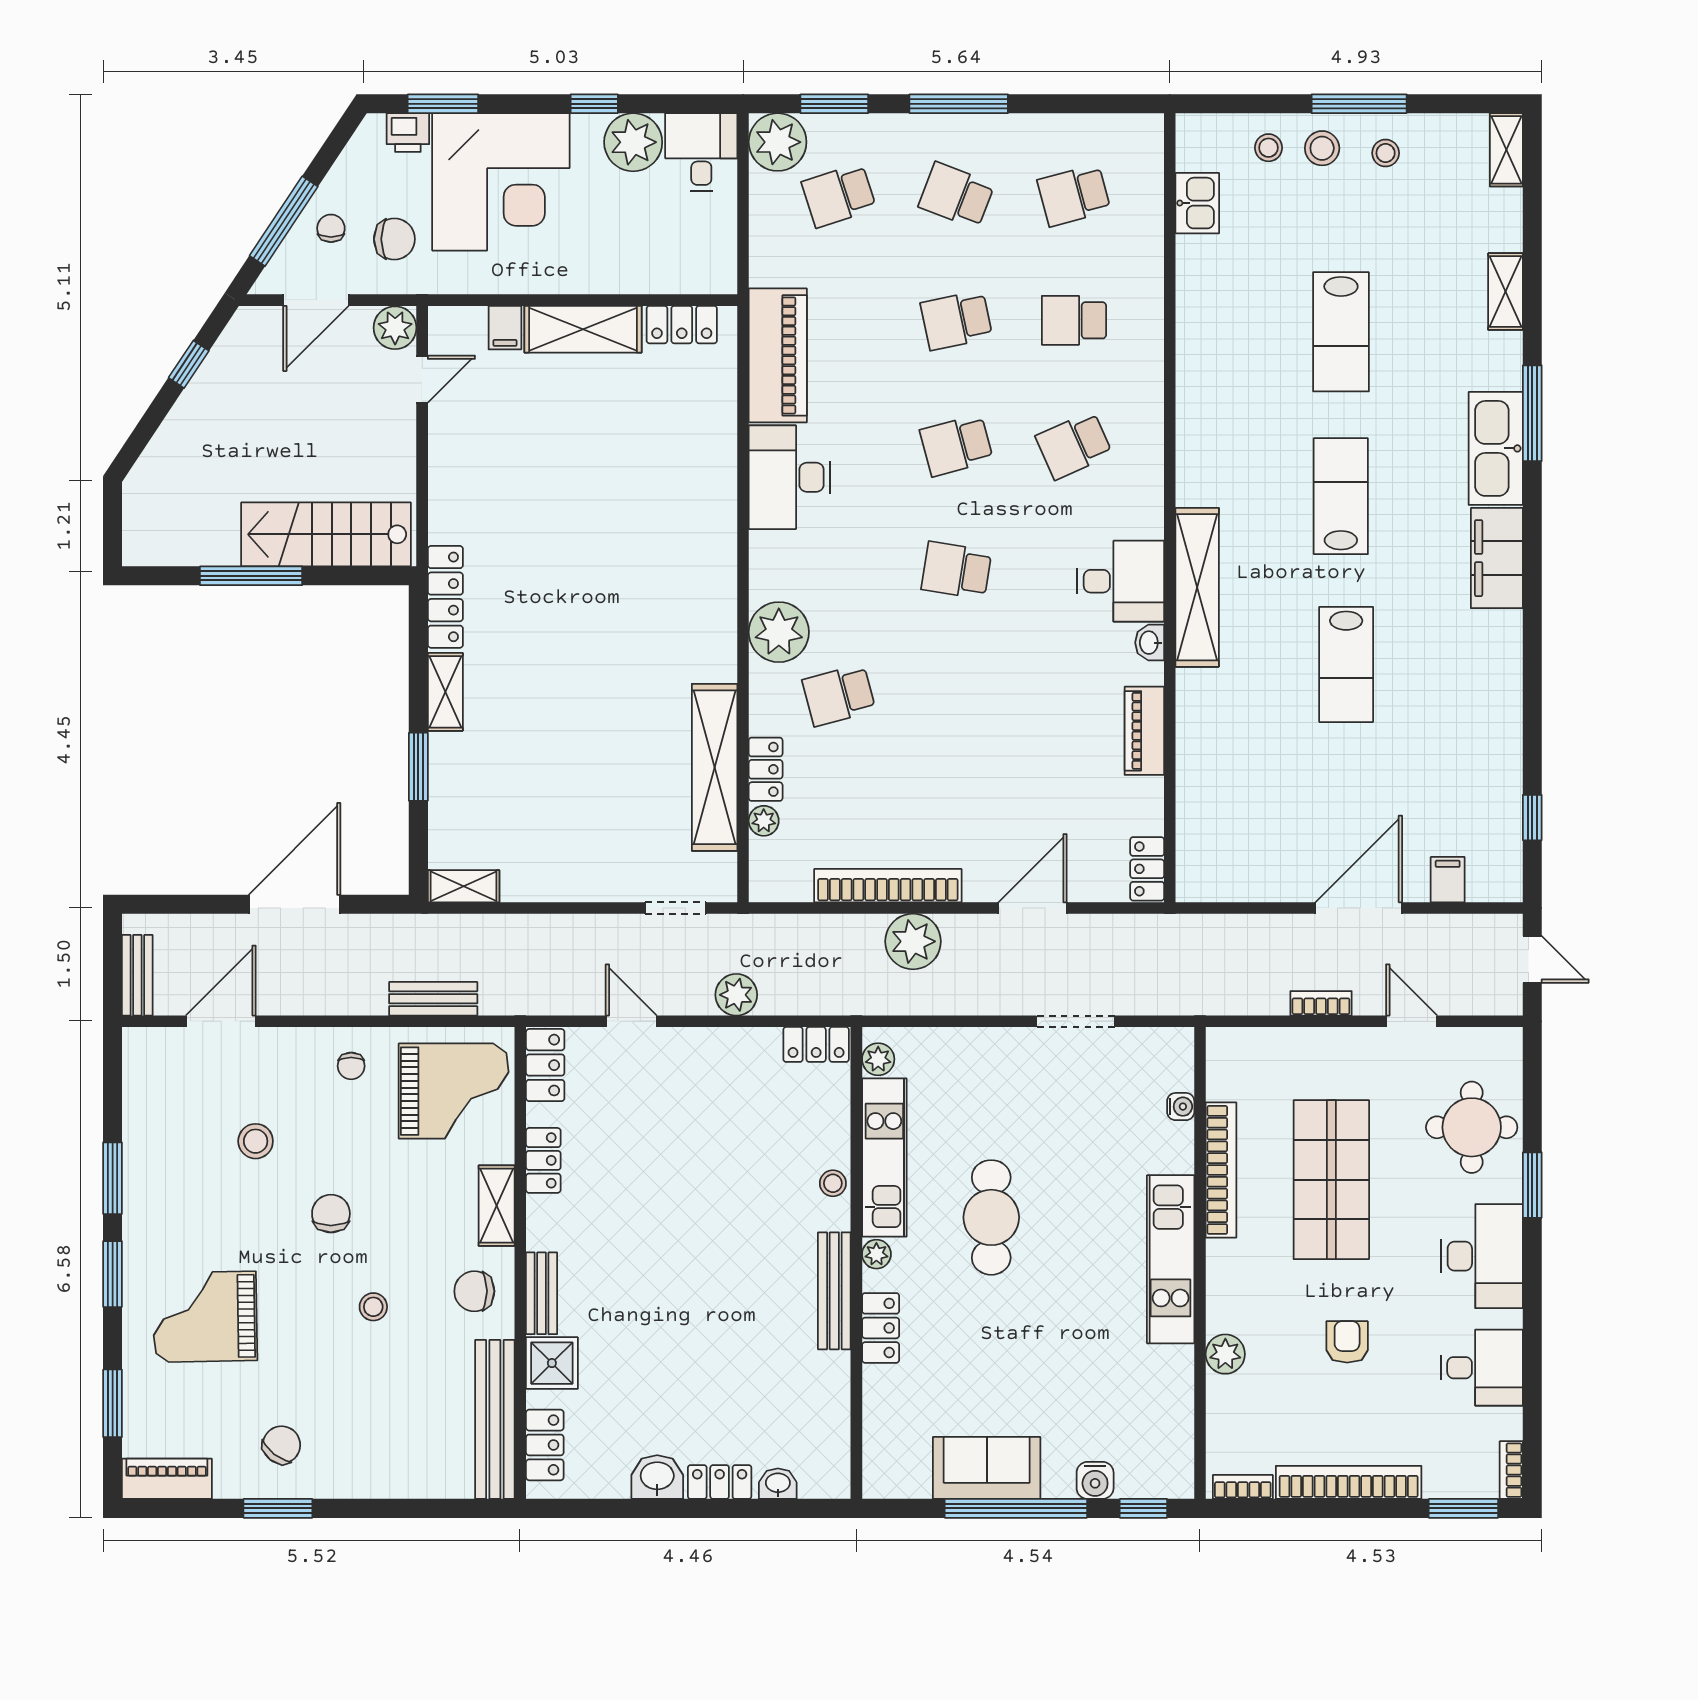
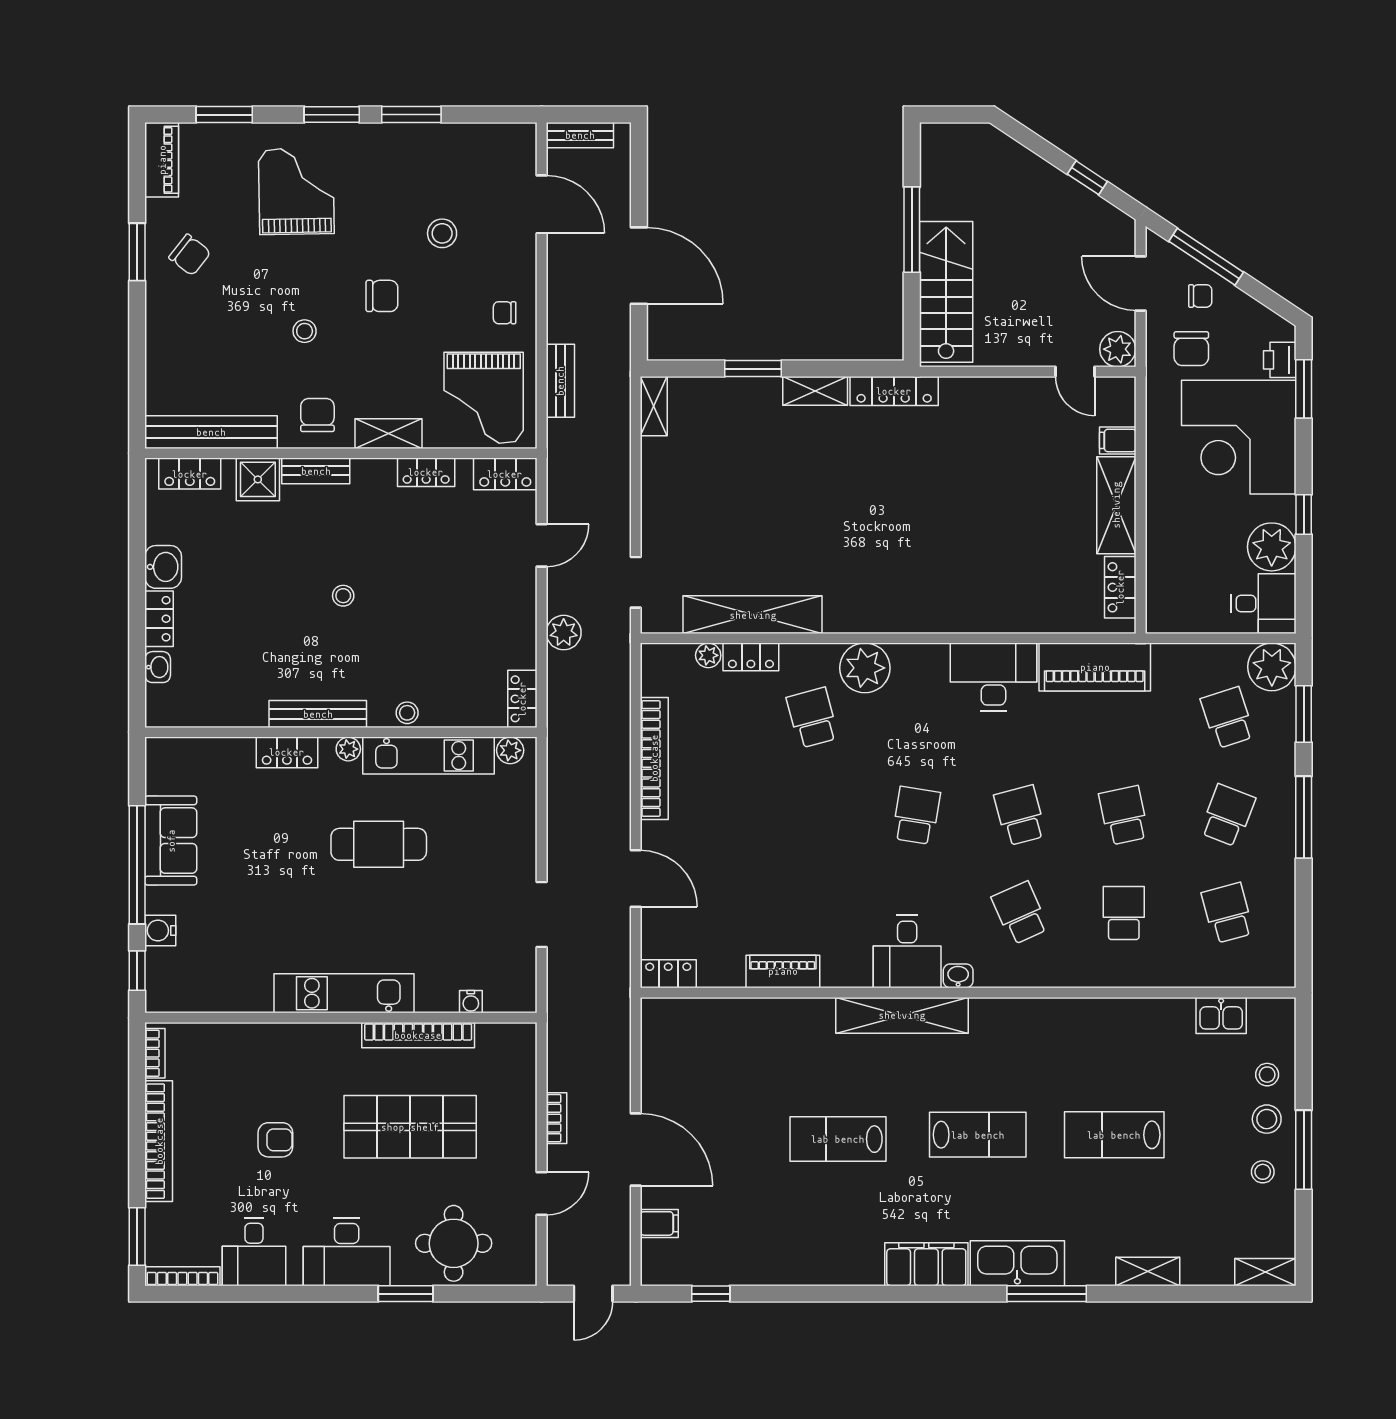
washbasin: (1150, 643) -> (958, 976), moved
plant: (913, 941) -> (608, 779), removed
stool: (692, 1260) -> (343, 596), added
plant: (1225, 1354) -> (265, 1039), removed
bookcase: (1511, 1470) -> (182, 1276), width x1.56

